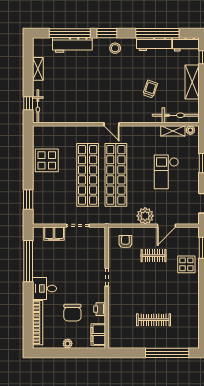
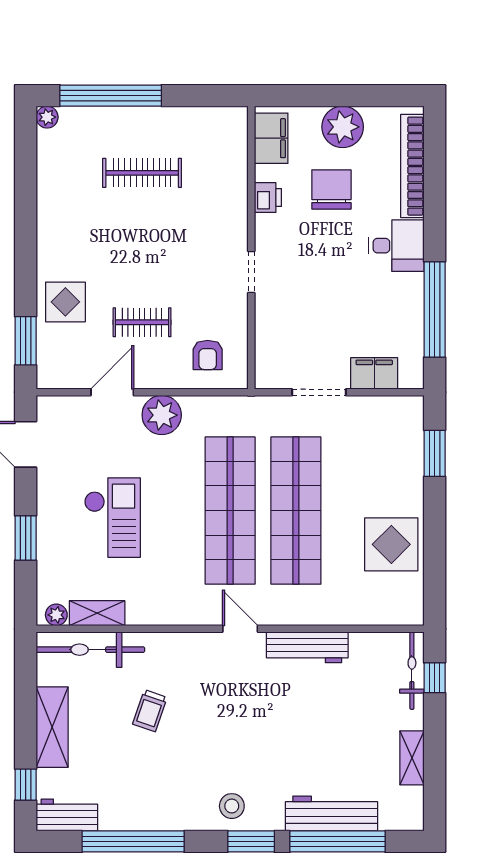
workbench: (154, 44) -> (307, 647), moved, turned 180
plant: (68, 344) -> (343, 127), width x1.87, depth x1.87
plant: (194, 344) -> (47, 117), added

